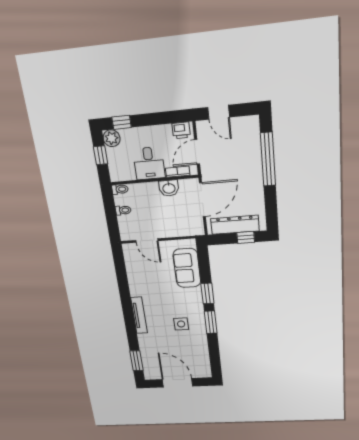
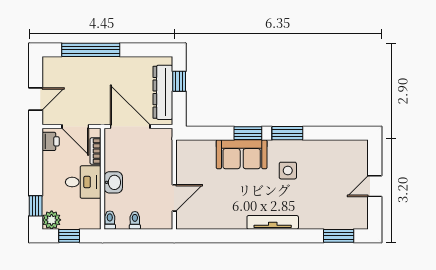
washbasin: (169, 188) -> (113, 182), moved
sofa: (187, 268) -> (242, 154), moved
door: (177, 383) -> (375, 186), width x0.53

